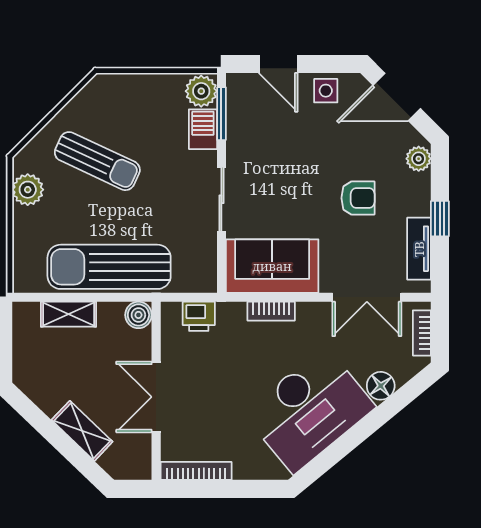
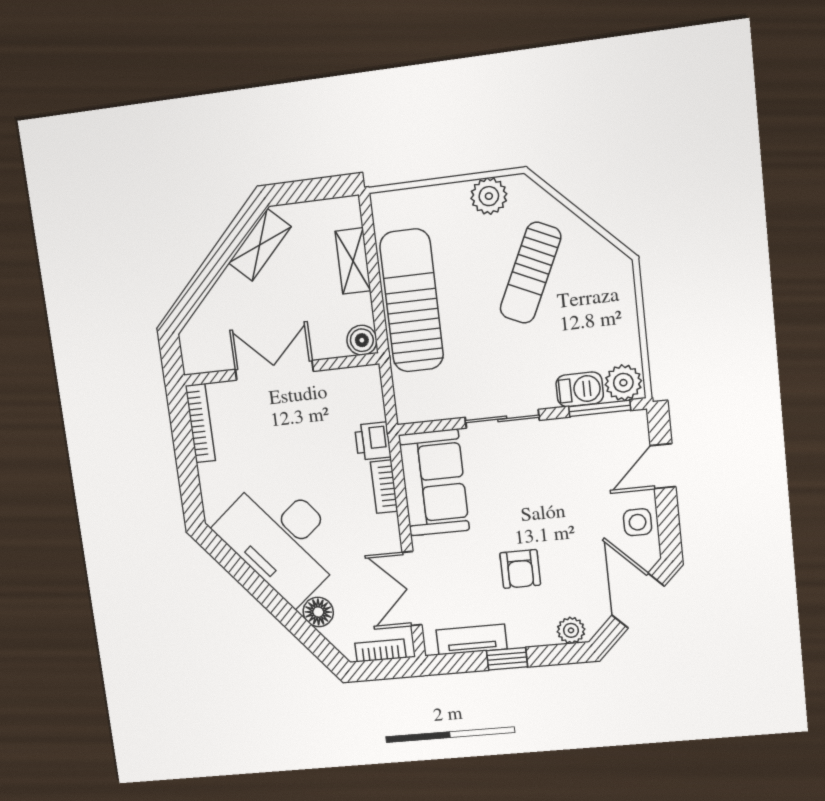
printer: (199, 316) -> (373, 441), moved
shelving: (82, 431) -> (260, 245), moved

